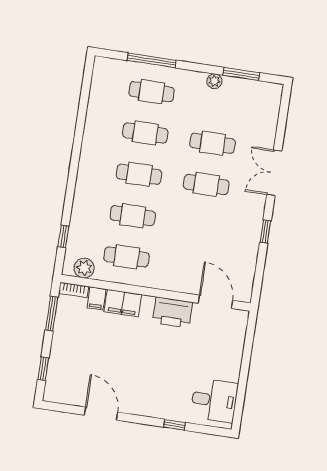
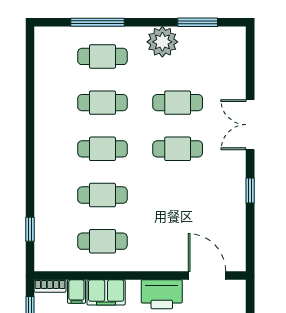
plant: (214, 81) -> (162, 42), width x1.87, depth x1.87
plant: (84, 268) -> (58, 260), removed

